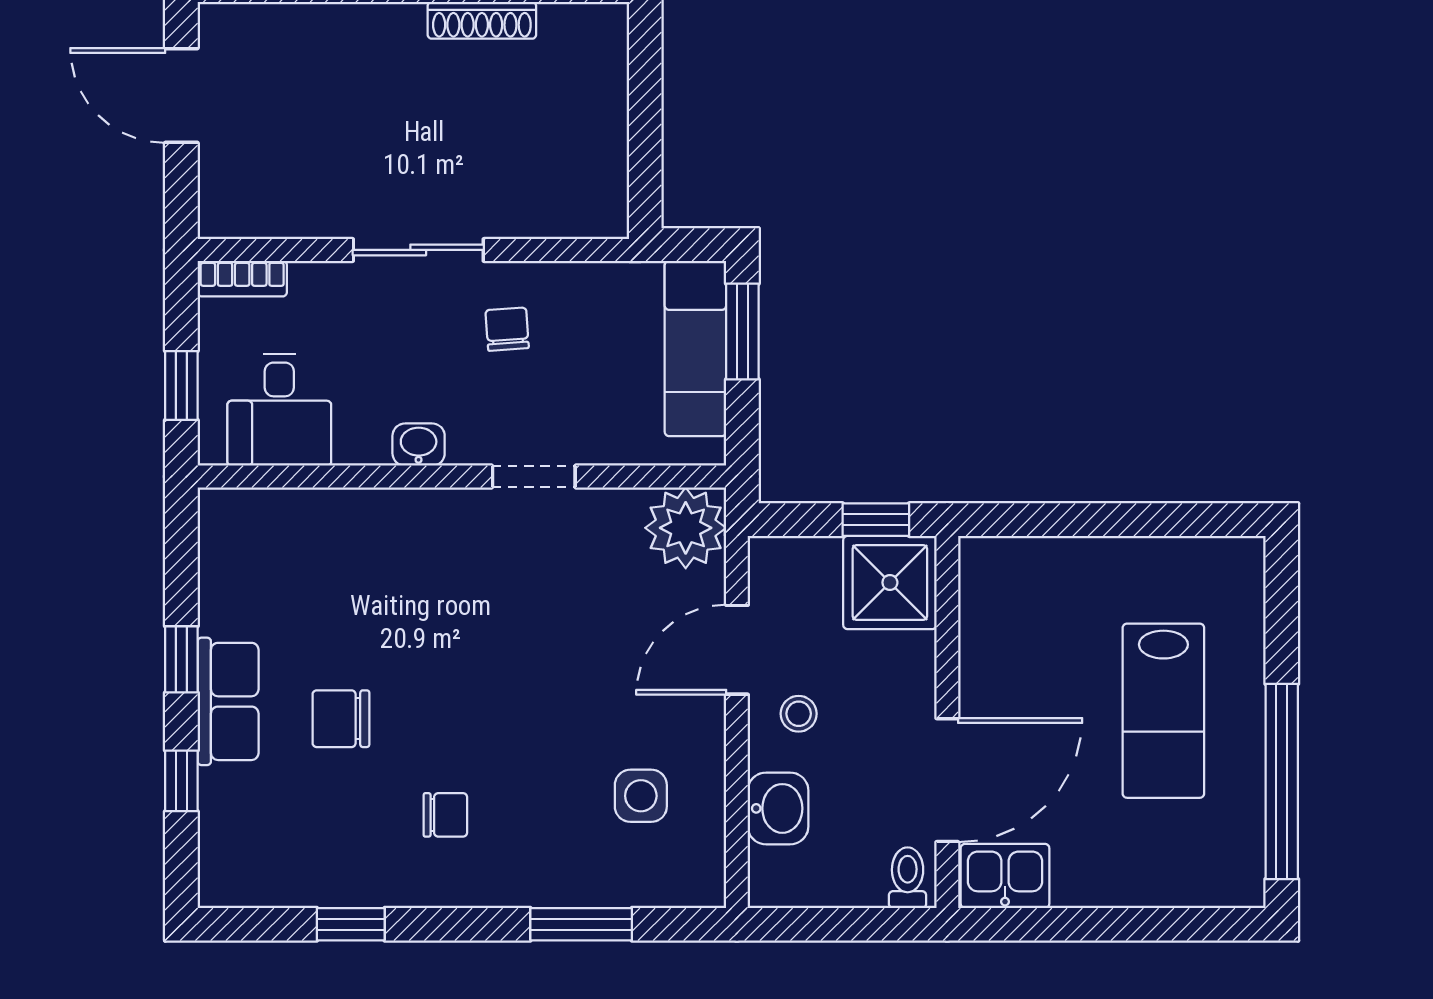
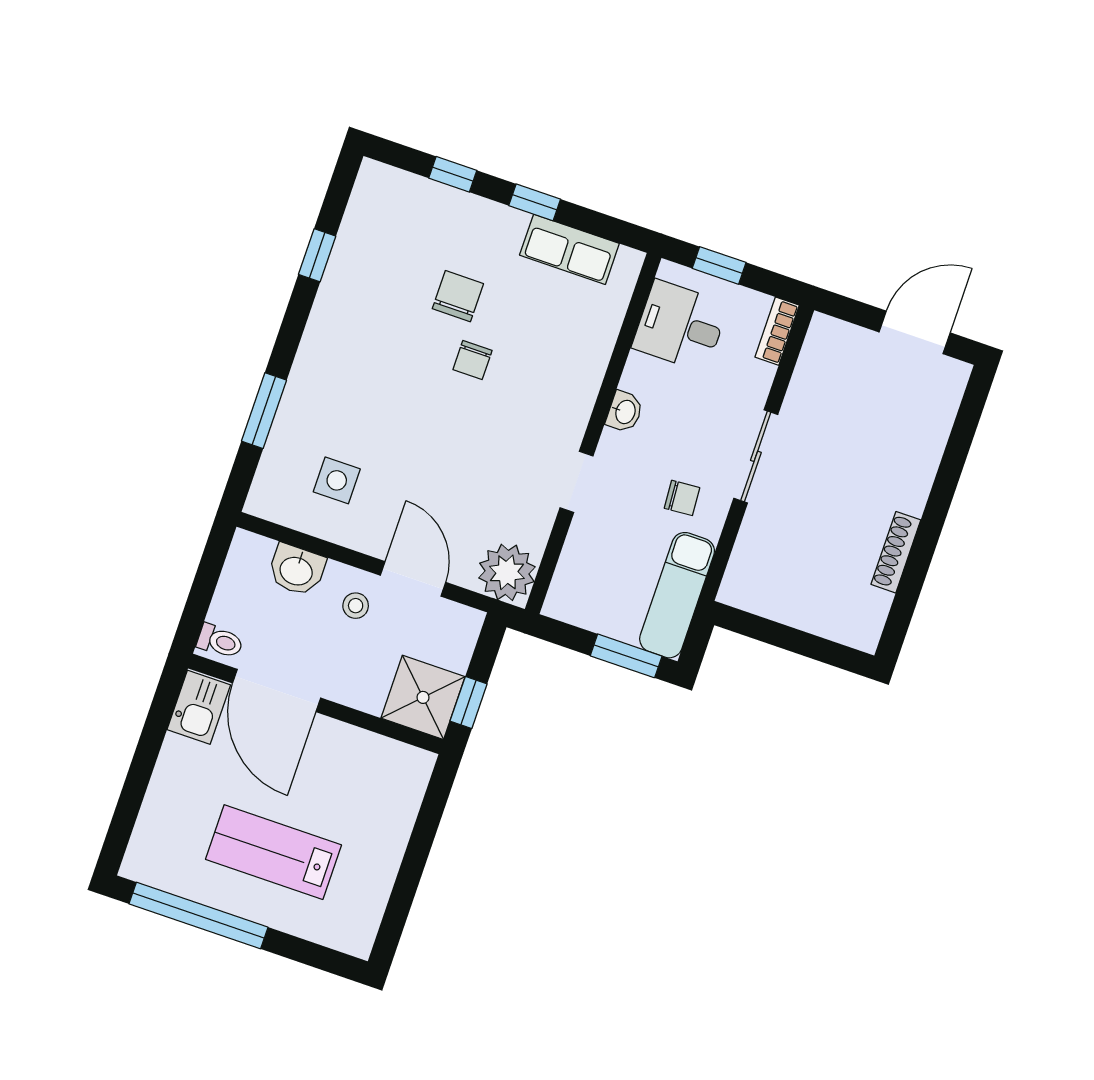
exam couch: (695, 348) -> (677, 595), moved, turned -90
row of seats: (228, 701) -> (569, 249), moved
chair: (445, 815) -> (473, 360), moved

